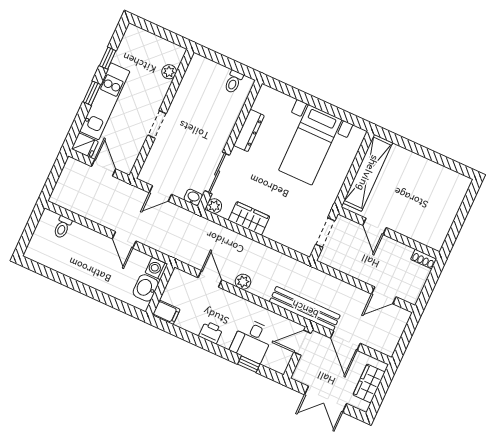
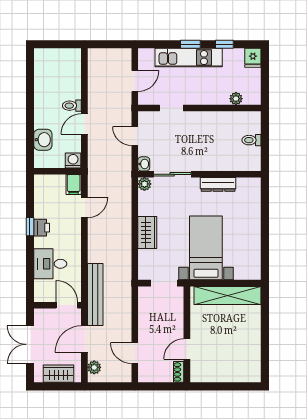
toilet: (234, 82) -> (252, 140), moved
doorway: (157, 124) -> (171, 108), moved
fridge: (85, 145) -> (253, 58), moved
bed with nightstands: (310, 145) -> (206, 248), moved, turned 90
wardrobe: (249, 218) -> (147, 232), moved
door: (374, 226) -> (187, 349), moved
toilet: (62, 227) -> (72, 106), moved
plant: (243, 282) -> (94, 367), moved
washbasin: (146, 288) -> (43, 140), moved, turned 90
filing cabinet: (166, 312) -> (74, 184), moved
window: (249, 364) -> (30, 227), moved

